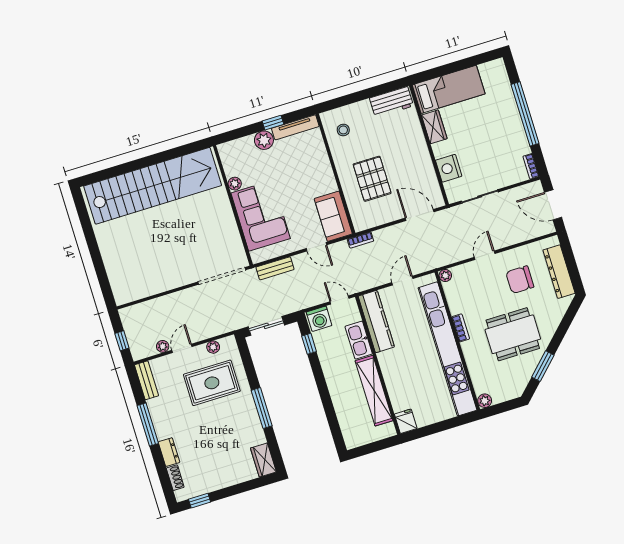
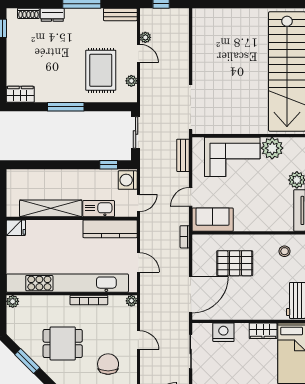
plant: (235, 184) -> (272, 148), width x1.88, depth x1.88
door: (420, 215) -> (191, 295), width x1.36
bookcase: (461, 328) -> (89, 300), width x1.56
dining table: (513, 334) -> (63, 343), width x0.73

